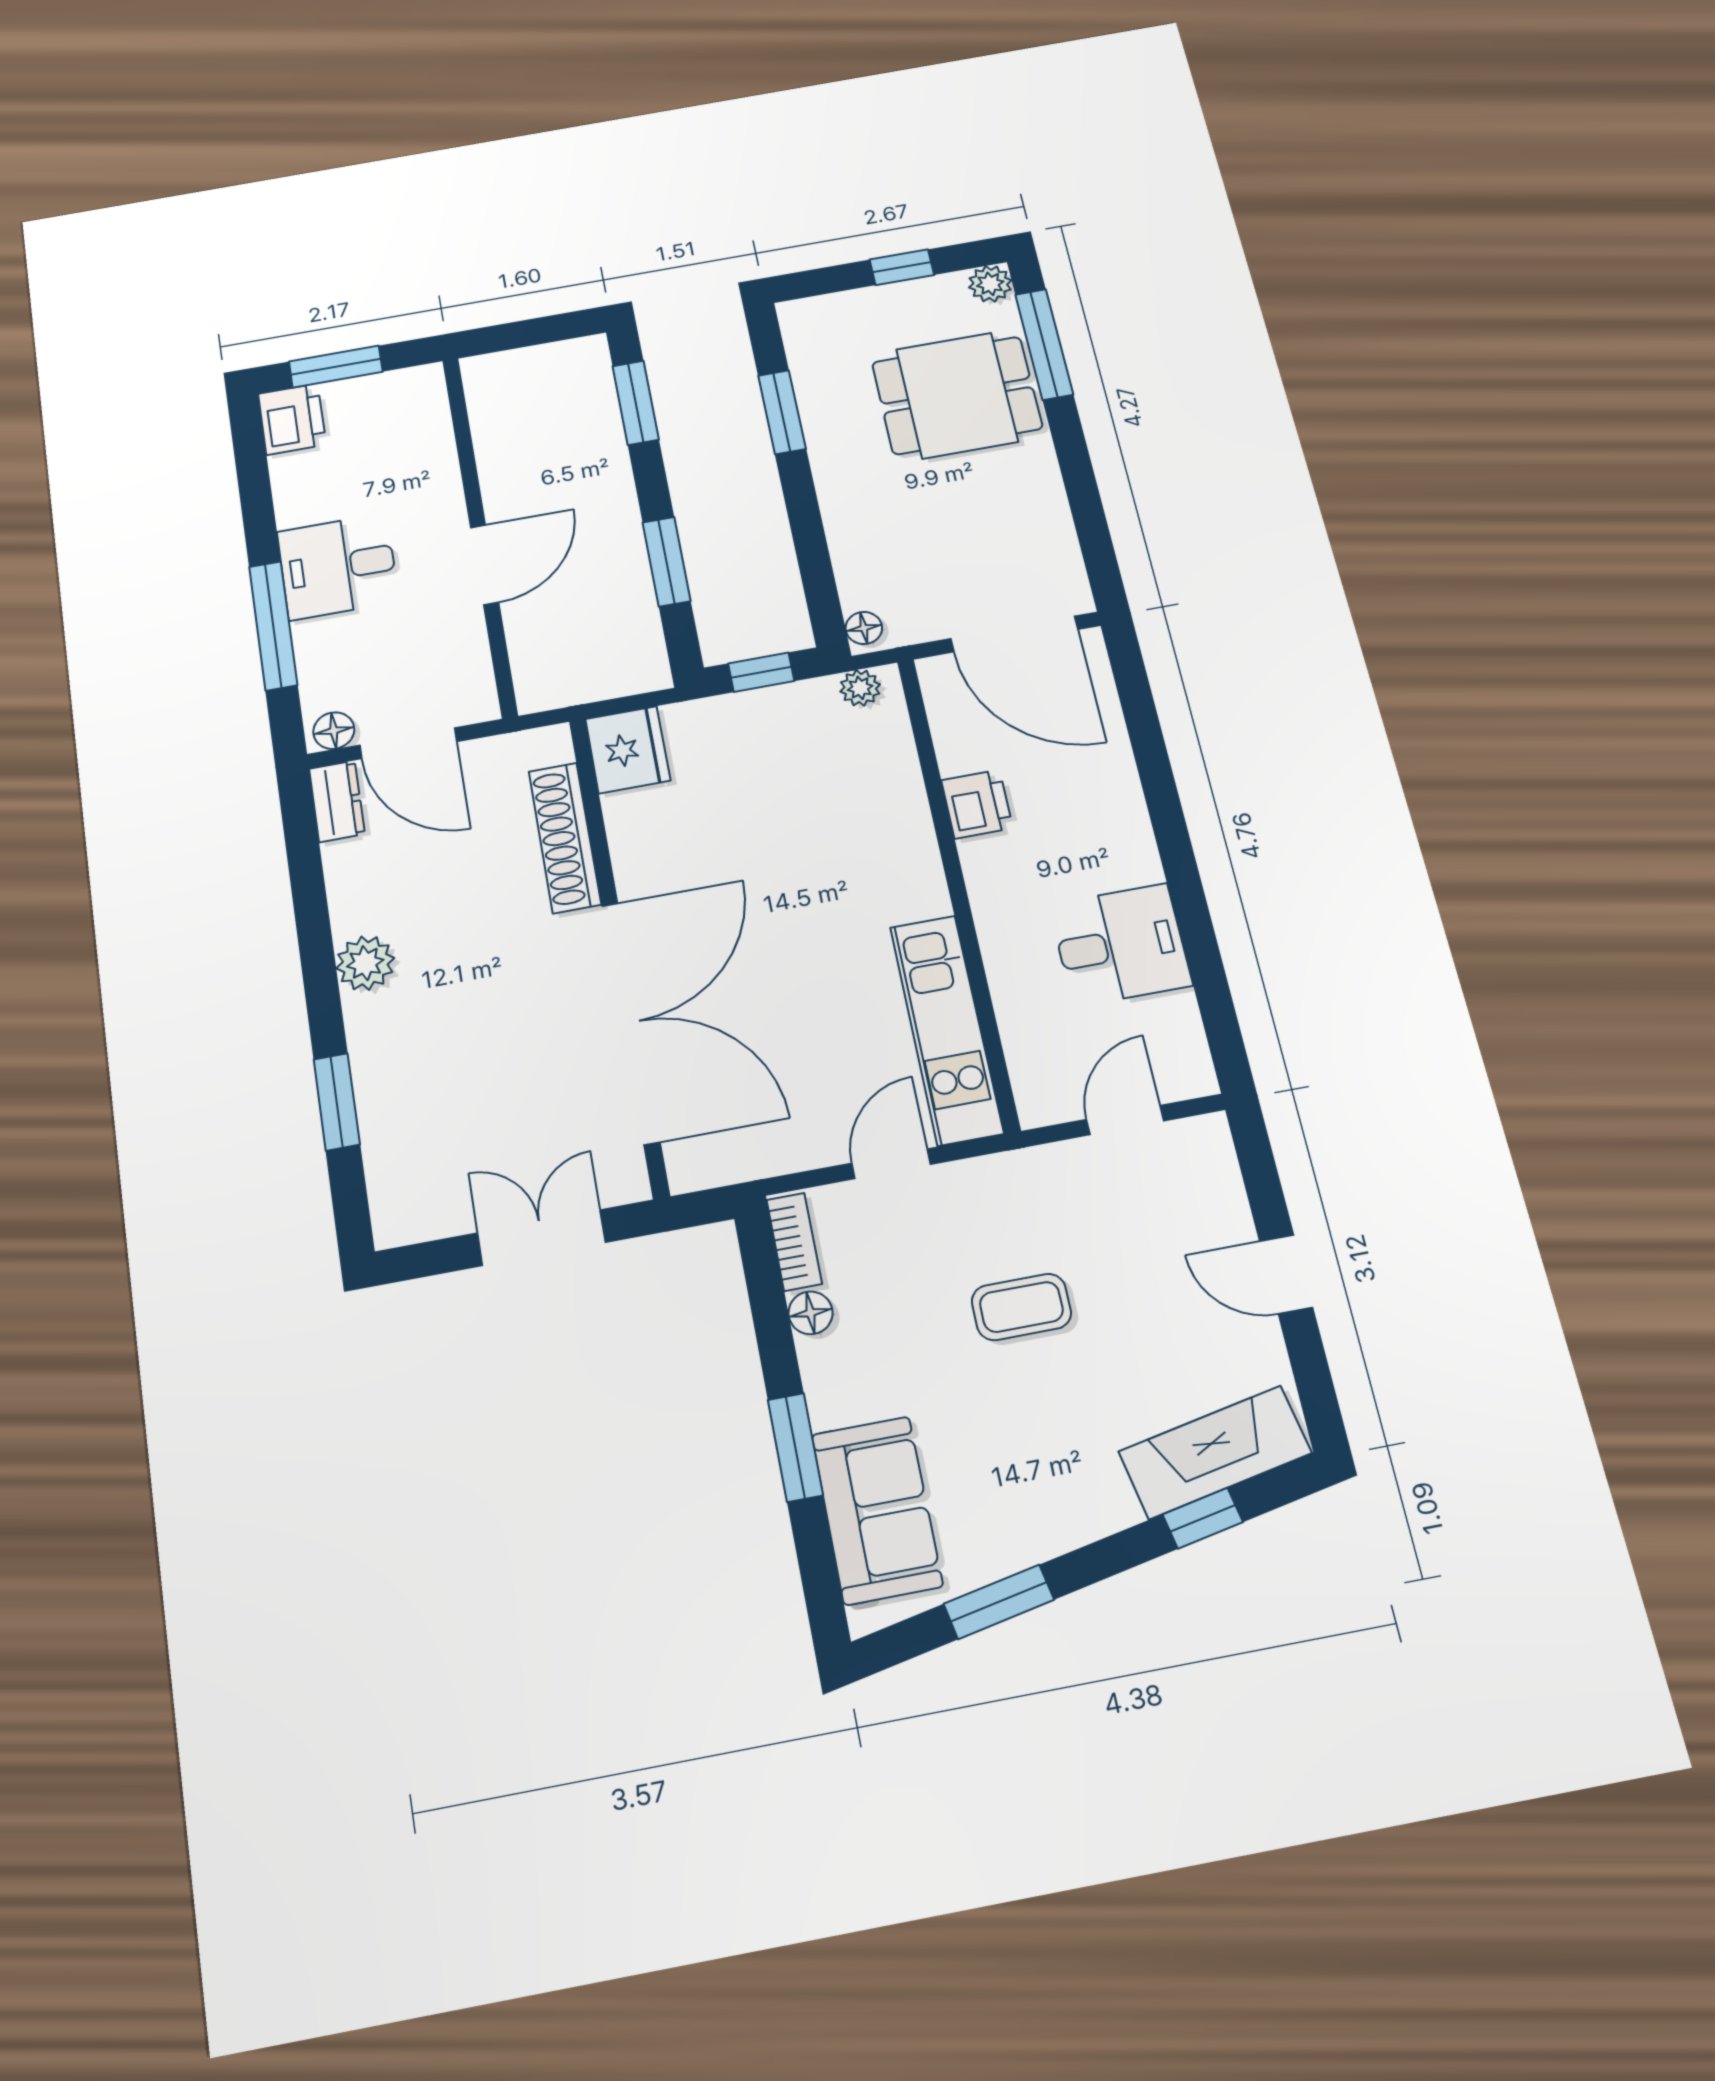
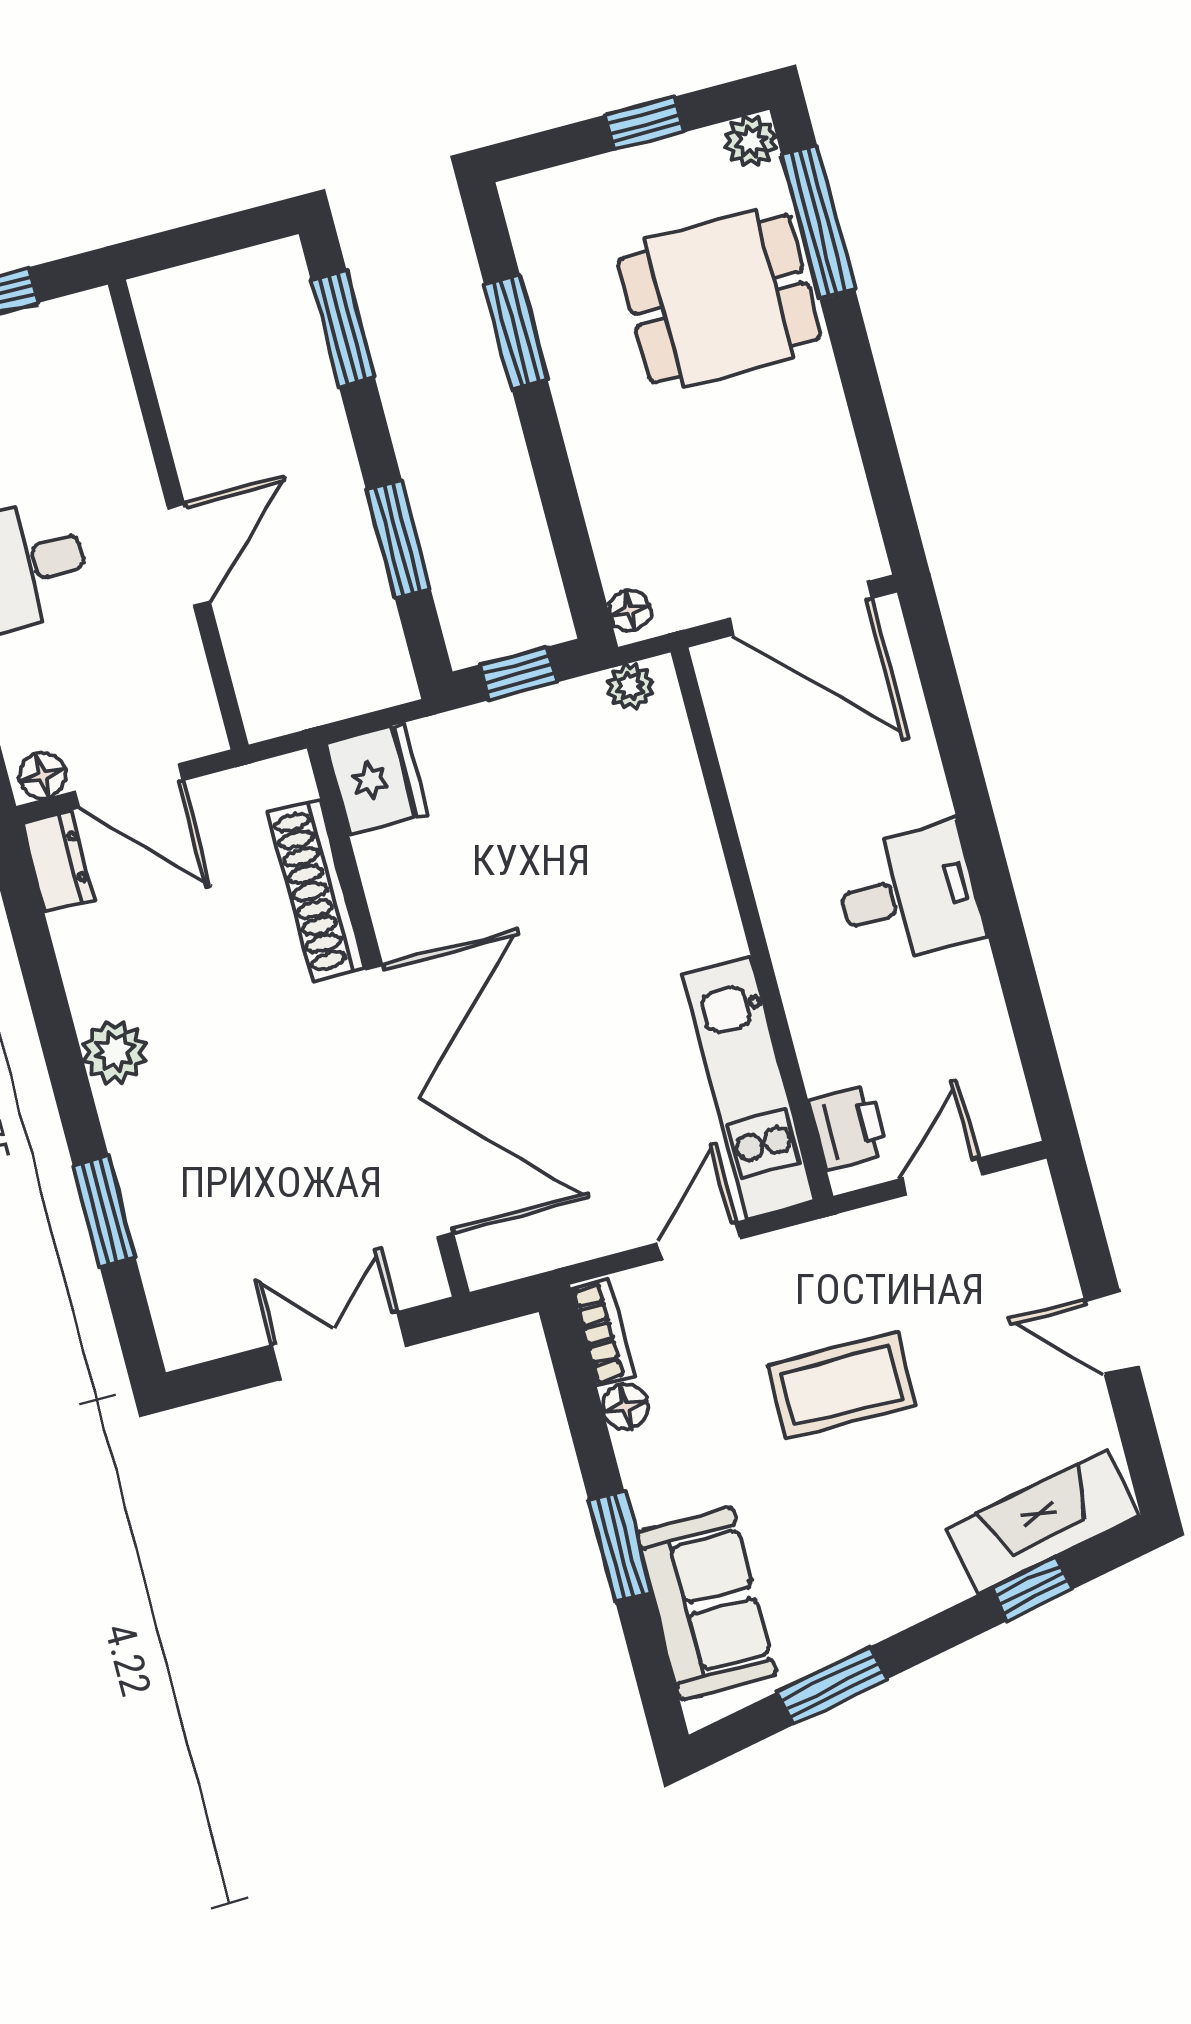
printer: (977, 804) -> (849, 1127), moved
desk: (1120, 945) -> (909, 894), moved
coffee table: (1021, 1307) -> (842, 1386), width x1.36, depth x1.30

